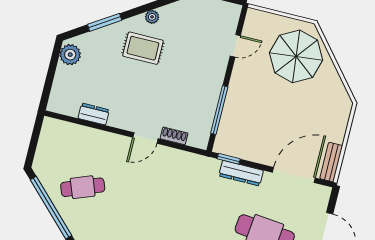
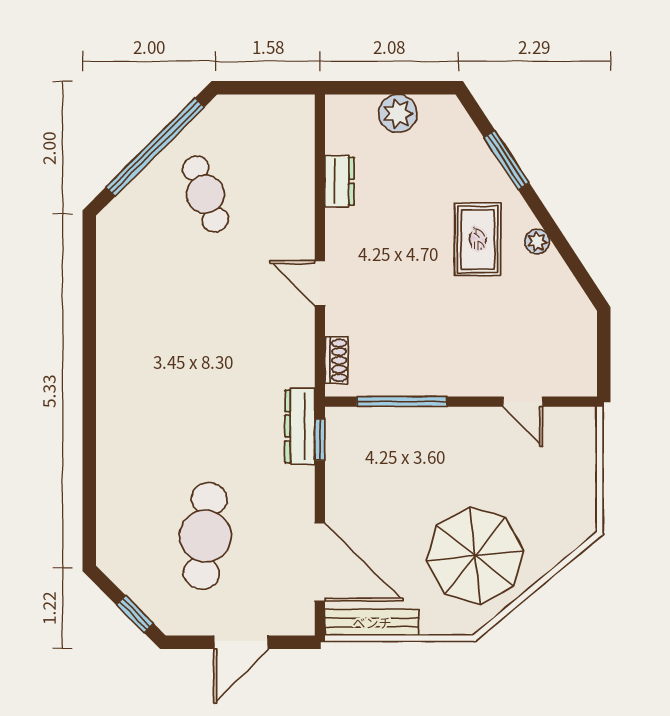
plant: (70, 55) -> (398, 114), moved
parasol: (296, 56) -> (475, 556), moved
shoe rack: (174, 136) -> (336, 360), moved
bench: (331, 162) -> (372, 622), width x1.36
dresser: (241, 173) -> (300, 426), moved

